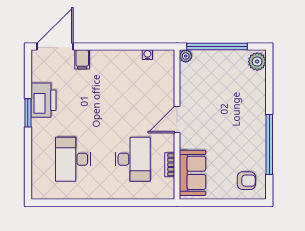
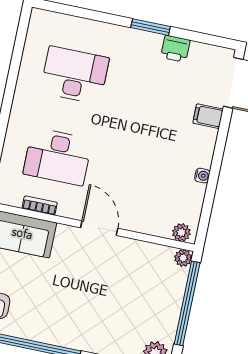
water cooler: (147, 55) -> (202, 176), moved
plant: (168, 61) -> (181, 232), added
printer: (43, 100) -> (175, 49), width x0.53, depth x0.68

